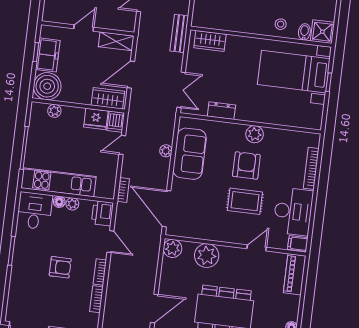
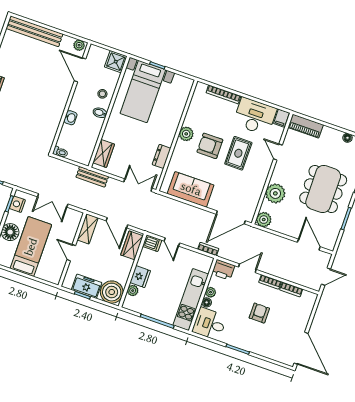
bidet: (304, 32) -> (100, 113), moved
fridge: (96, 119) -> (140, 277), moved
plant: (166, 151) -> (184, 208), removed

